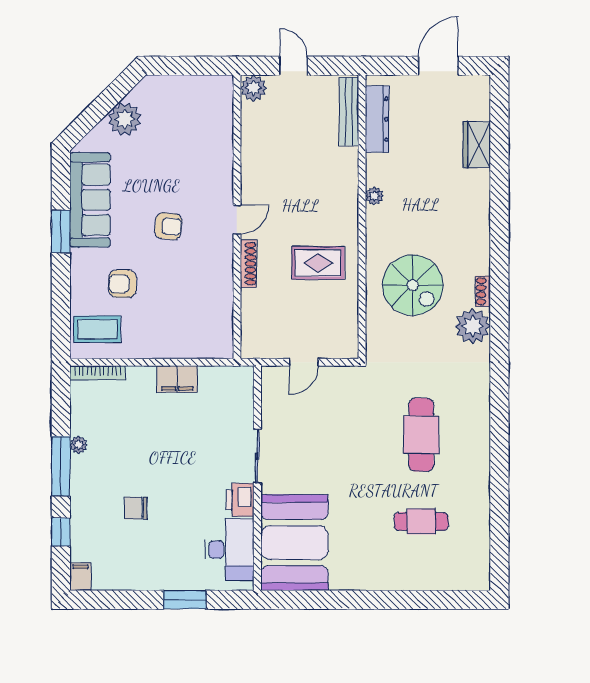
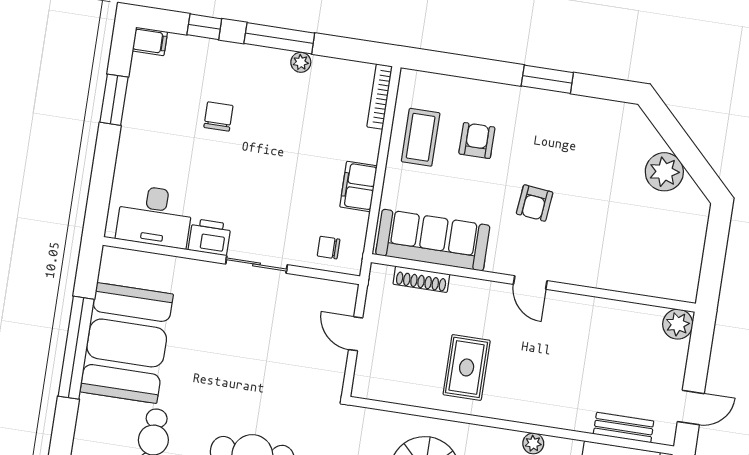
door: (294, 66) -> (691, 408), moved
bench: (349, 111) -> (624, 428), width x0.73
sofa: (90, 200) -> (433, 240), moved, turned 180
shoe rack: (248, 264) -> (421, 279), moved
coffee table: (97, 329) -> (421, 137), moved
chair: (234, 397) -> (329, 248), added
booth: (294, 543) -> (127, 343), moved, turned 90
window: (185, 600) -> (114, 100), moved
window: (352, 600) -> (76, 348), added

